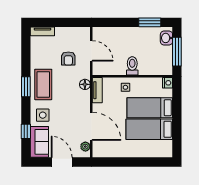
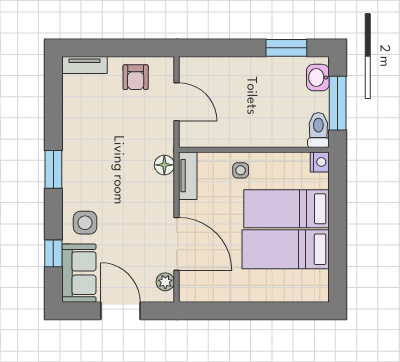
armchair: (68, 59) -> (136, 77), moved
toilet: (132, 66) -> (318, 130), moved
coffee table: (43, 84) -> (86, 165), removed

